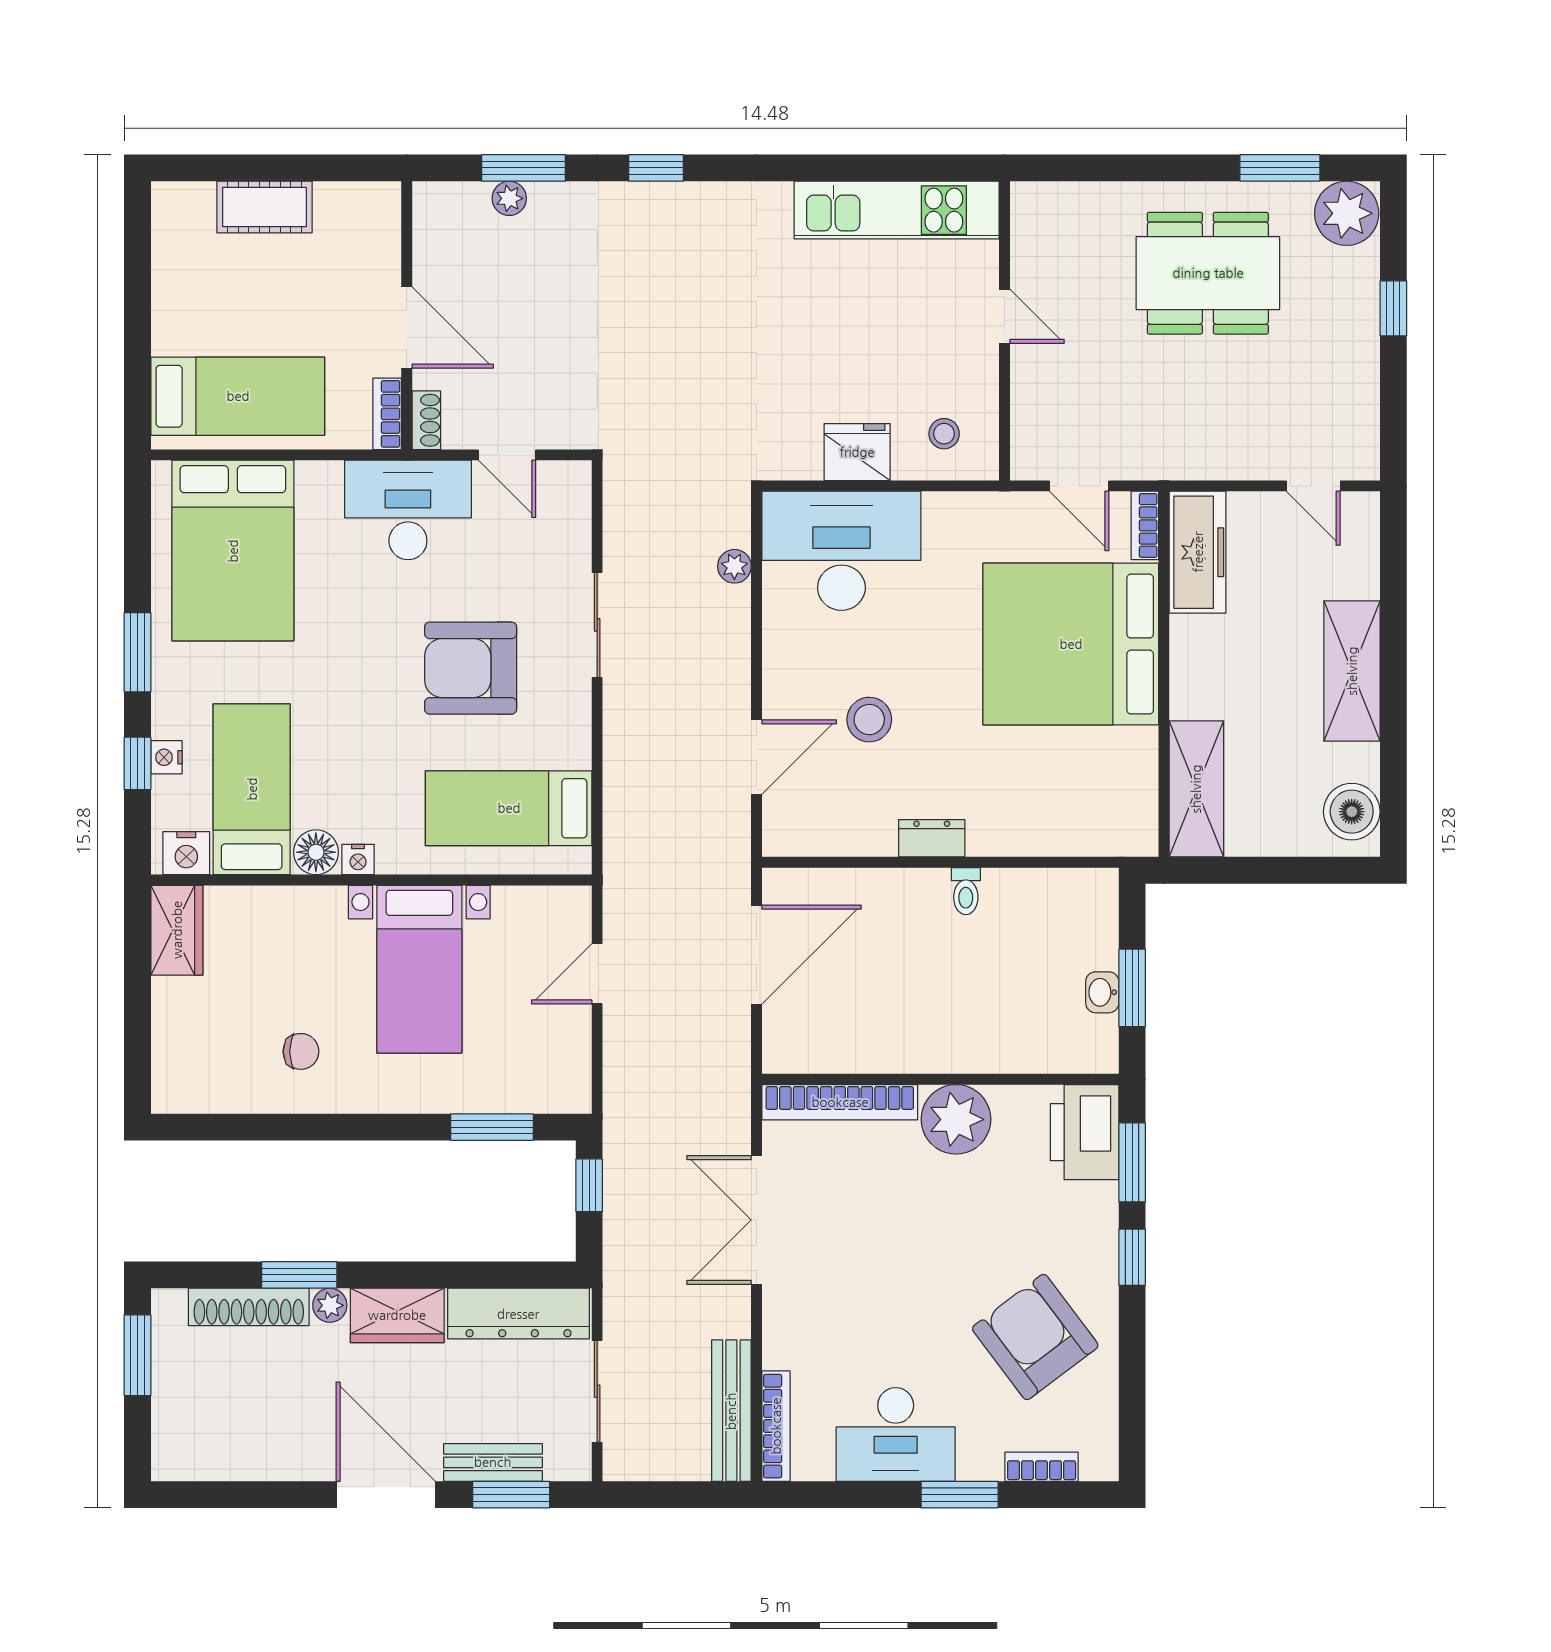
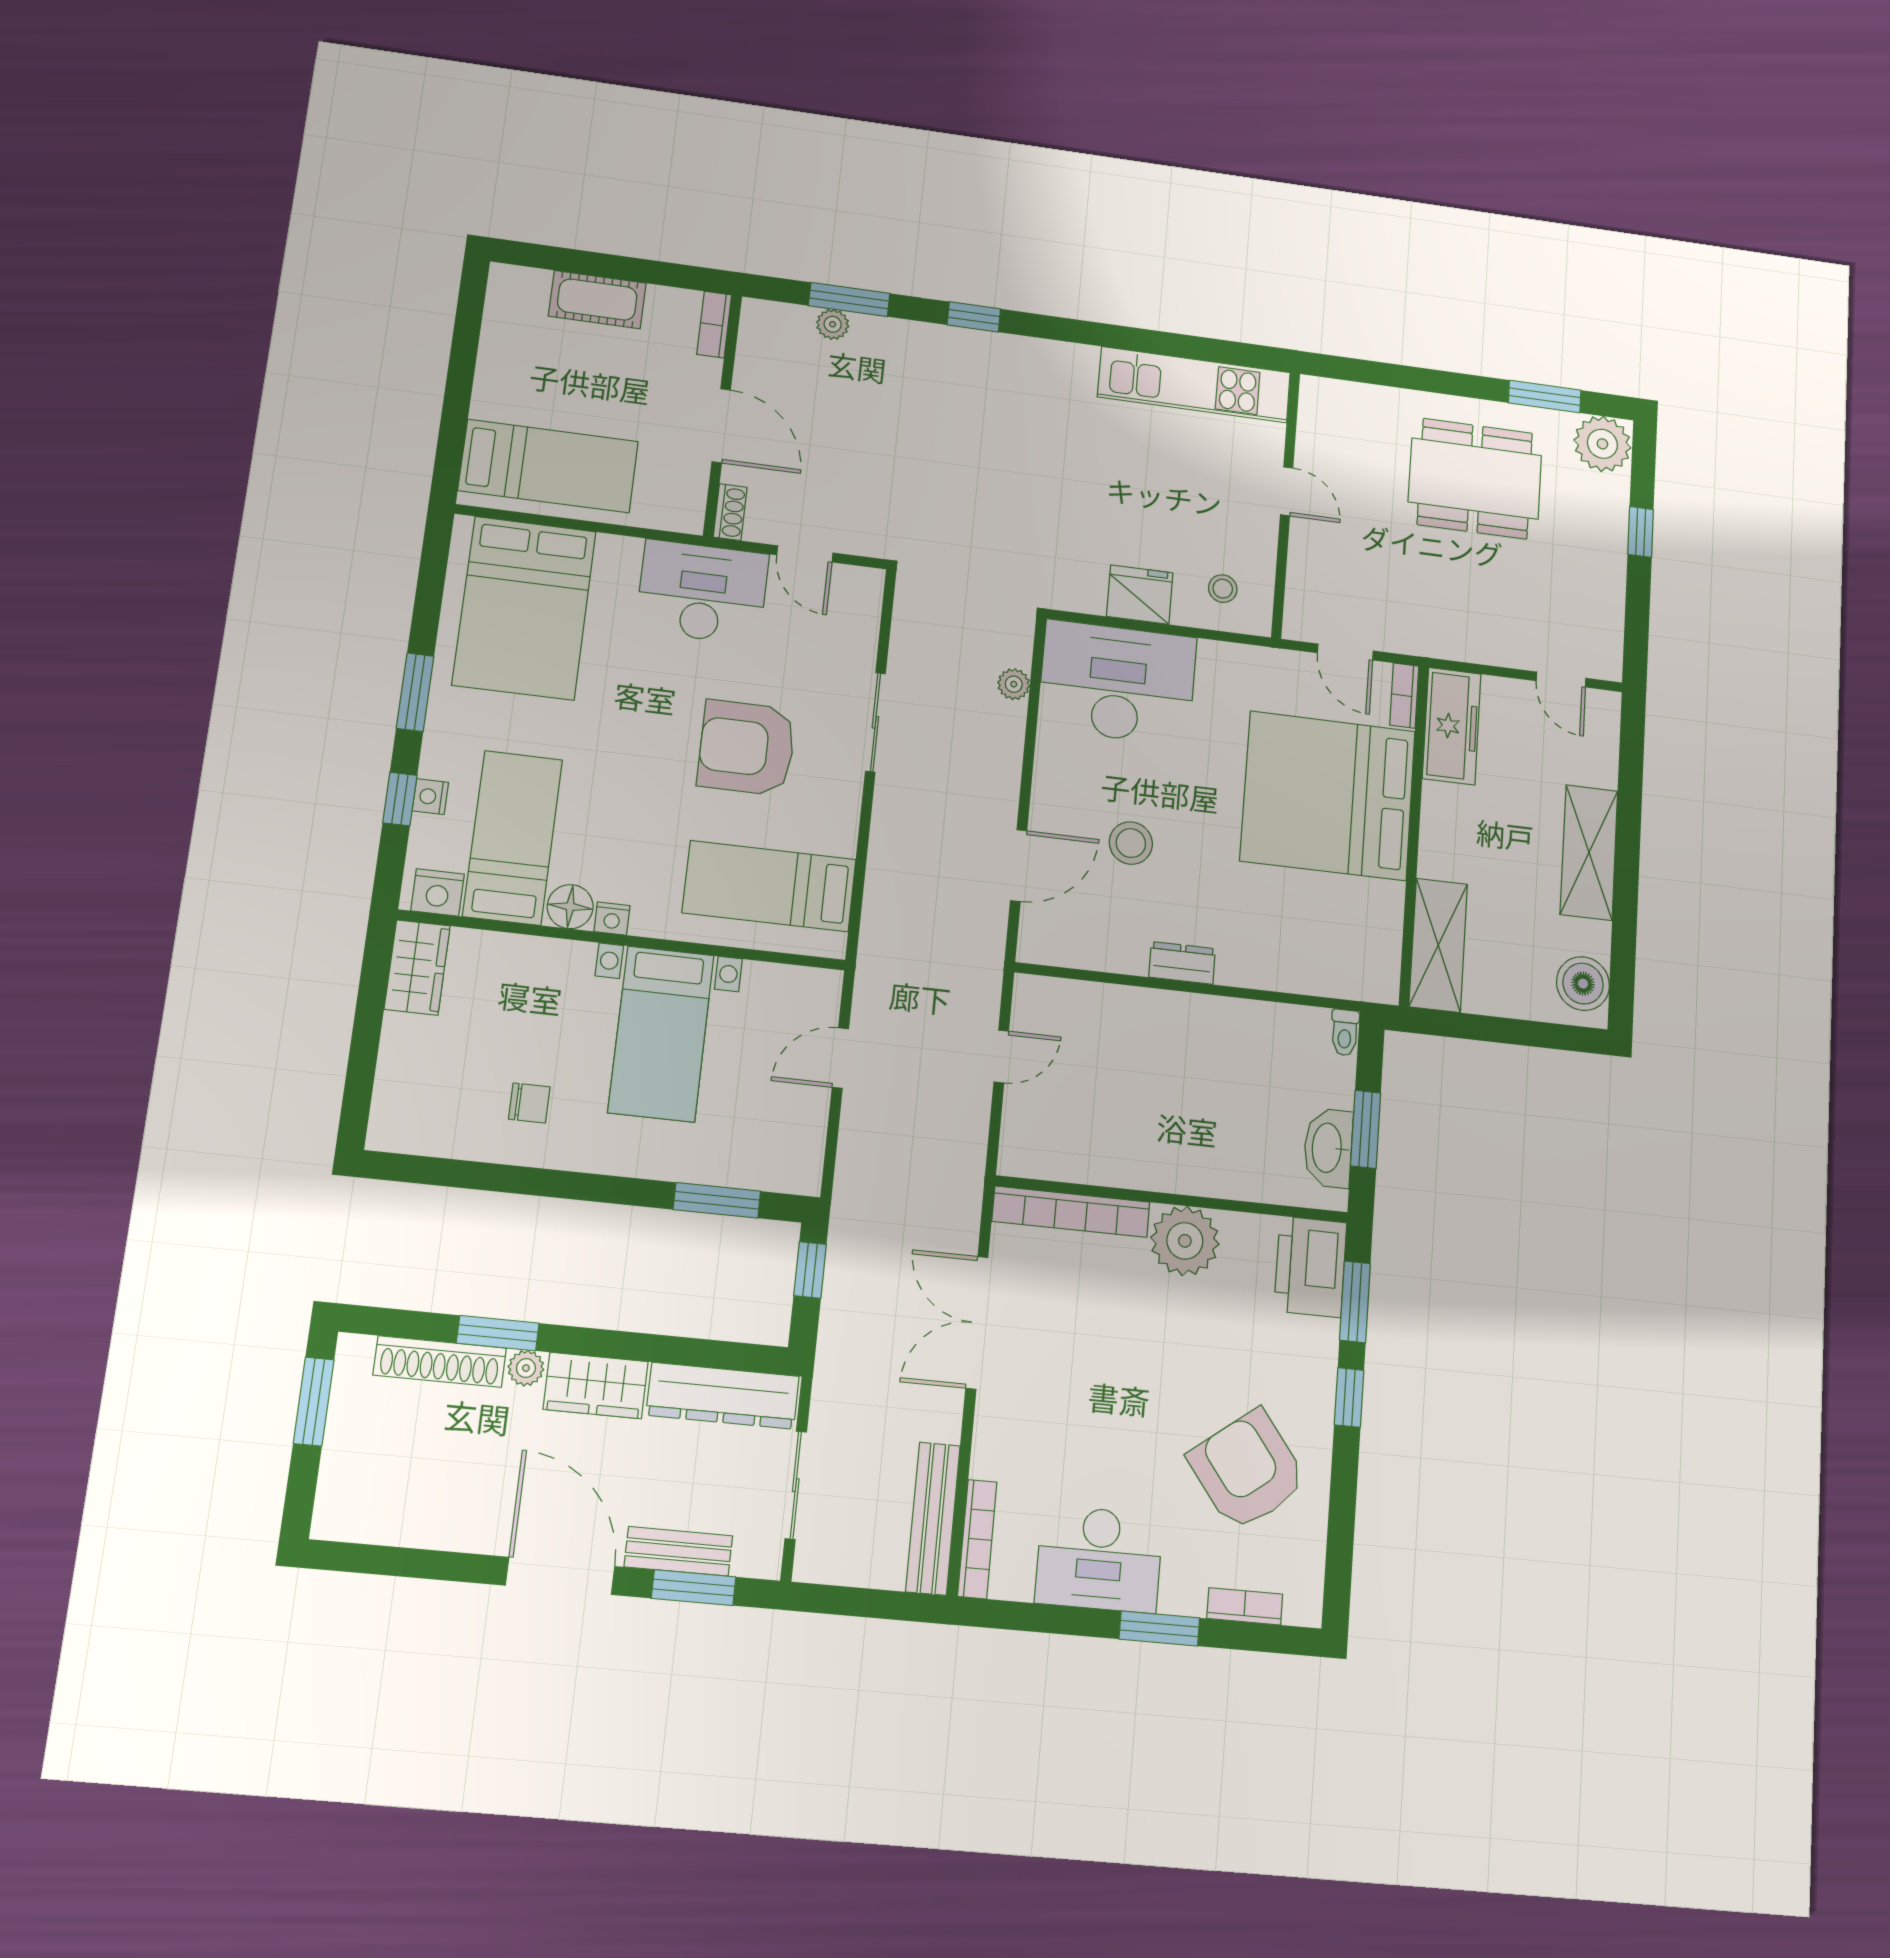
bookcase: (387, 414) -> (714, 325), moved
toilet: (966, 891) -> (1345, 1033), moved
door: (757, 955) -> (1001, 1057), width x0.53
washbasin: (1102, 992) -> (1328, 1148), width x1.91, depth x1.45

